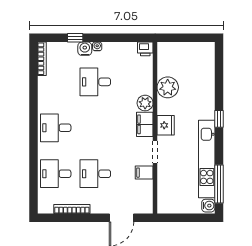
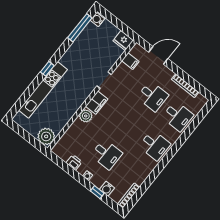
water cooler: (85, 49) -> (107, 189), moved
printer: (145, 49) -> (74, 162), moved
plant: (168, 87) -> (46, 136), moved
fridge: (166, 125) -> (123, 41), moved, turned -90
kitchen unit: (207, 159) -> (43, 90), moved
filing cabinet: (144, 173) -> (130, 61), moved

